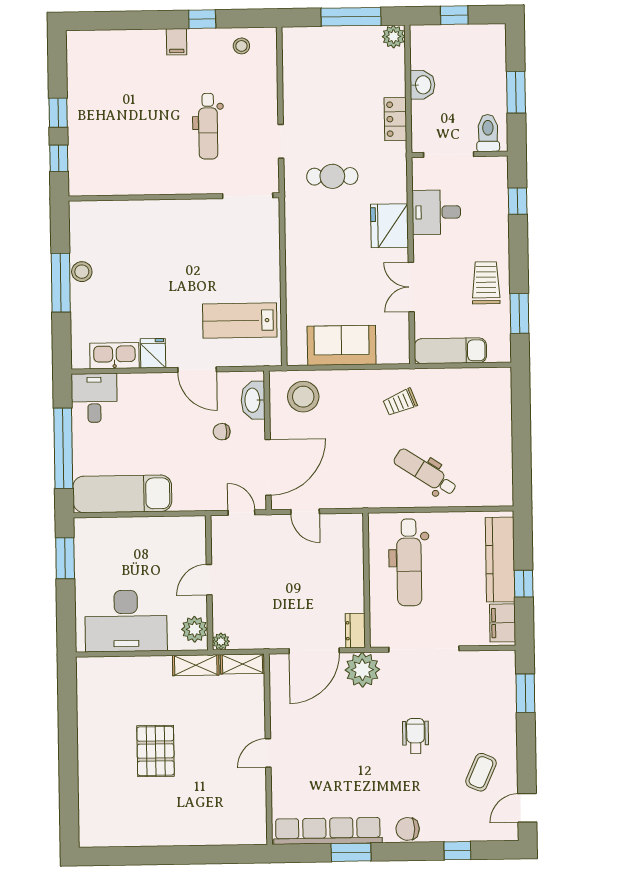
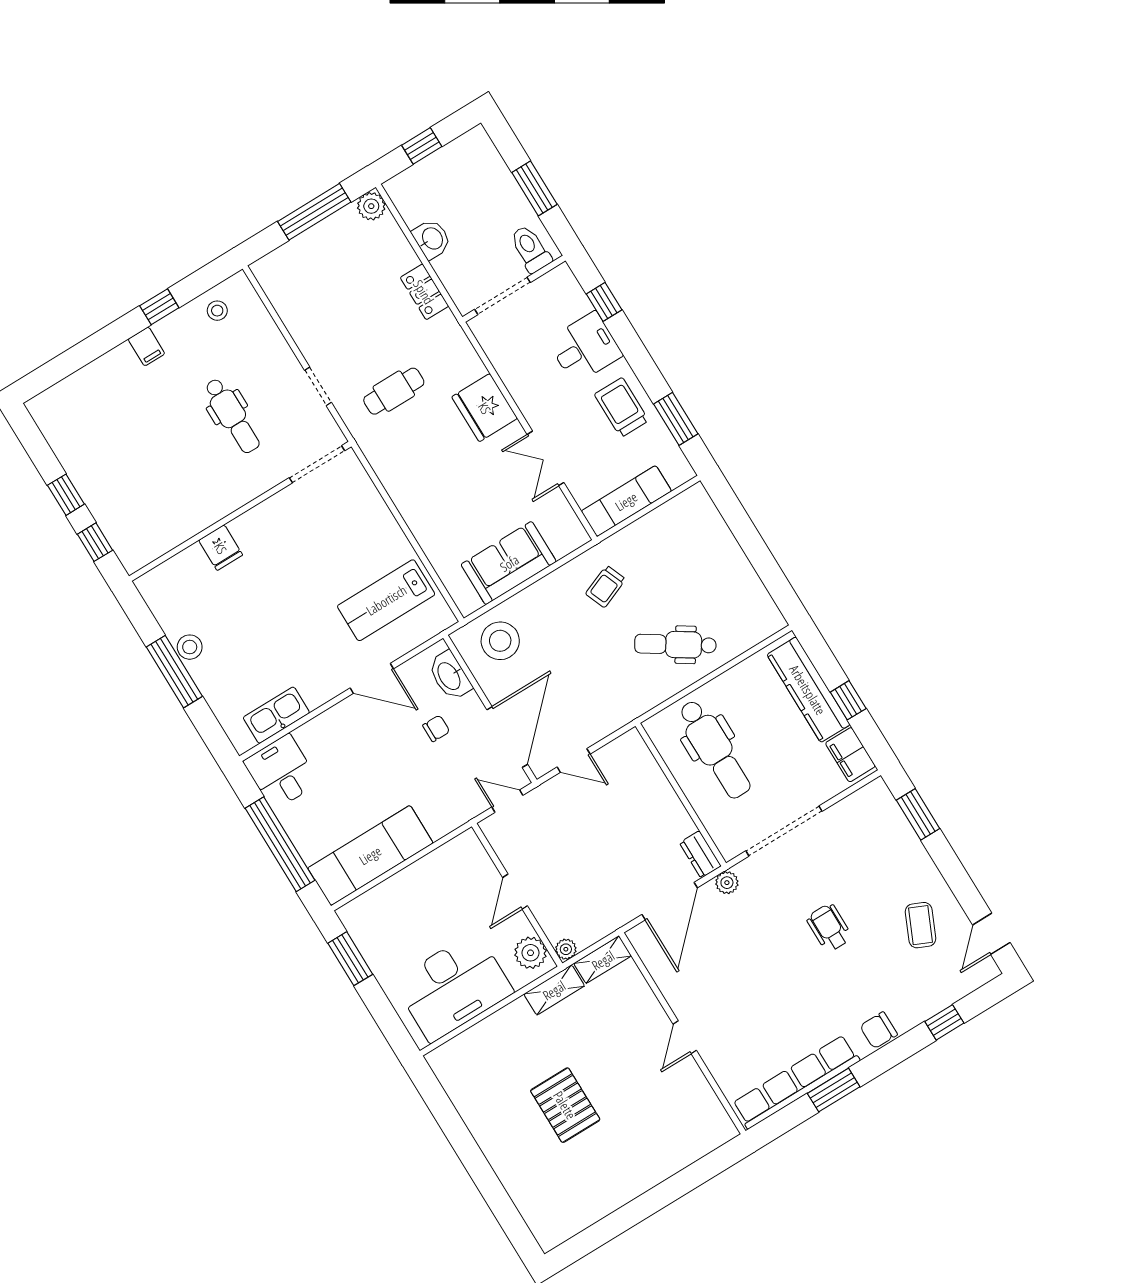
desk: (436, 212) -> (585, 348), moved, turned 180
fridge: (153, 353) -> (221, 548), moved, turned 180
chair: (222, 432) -> (436, 728), turned 180
plant: (362, 670) -> (727, 883), width x0.53, depth x0.53

